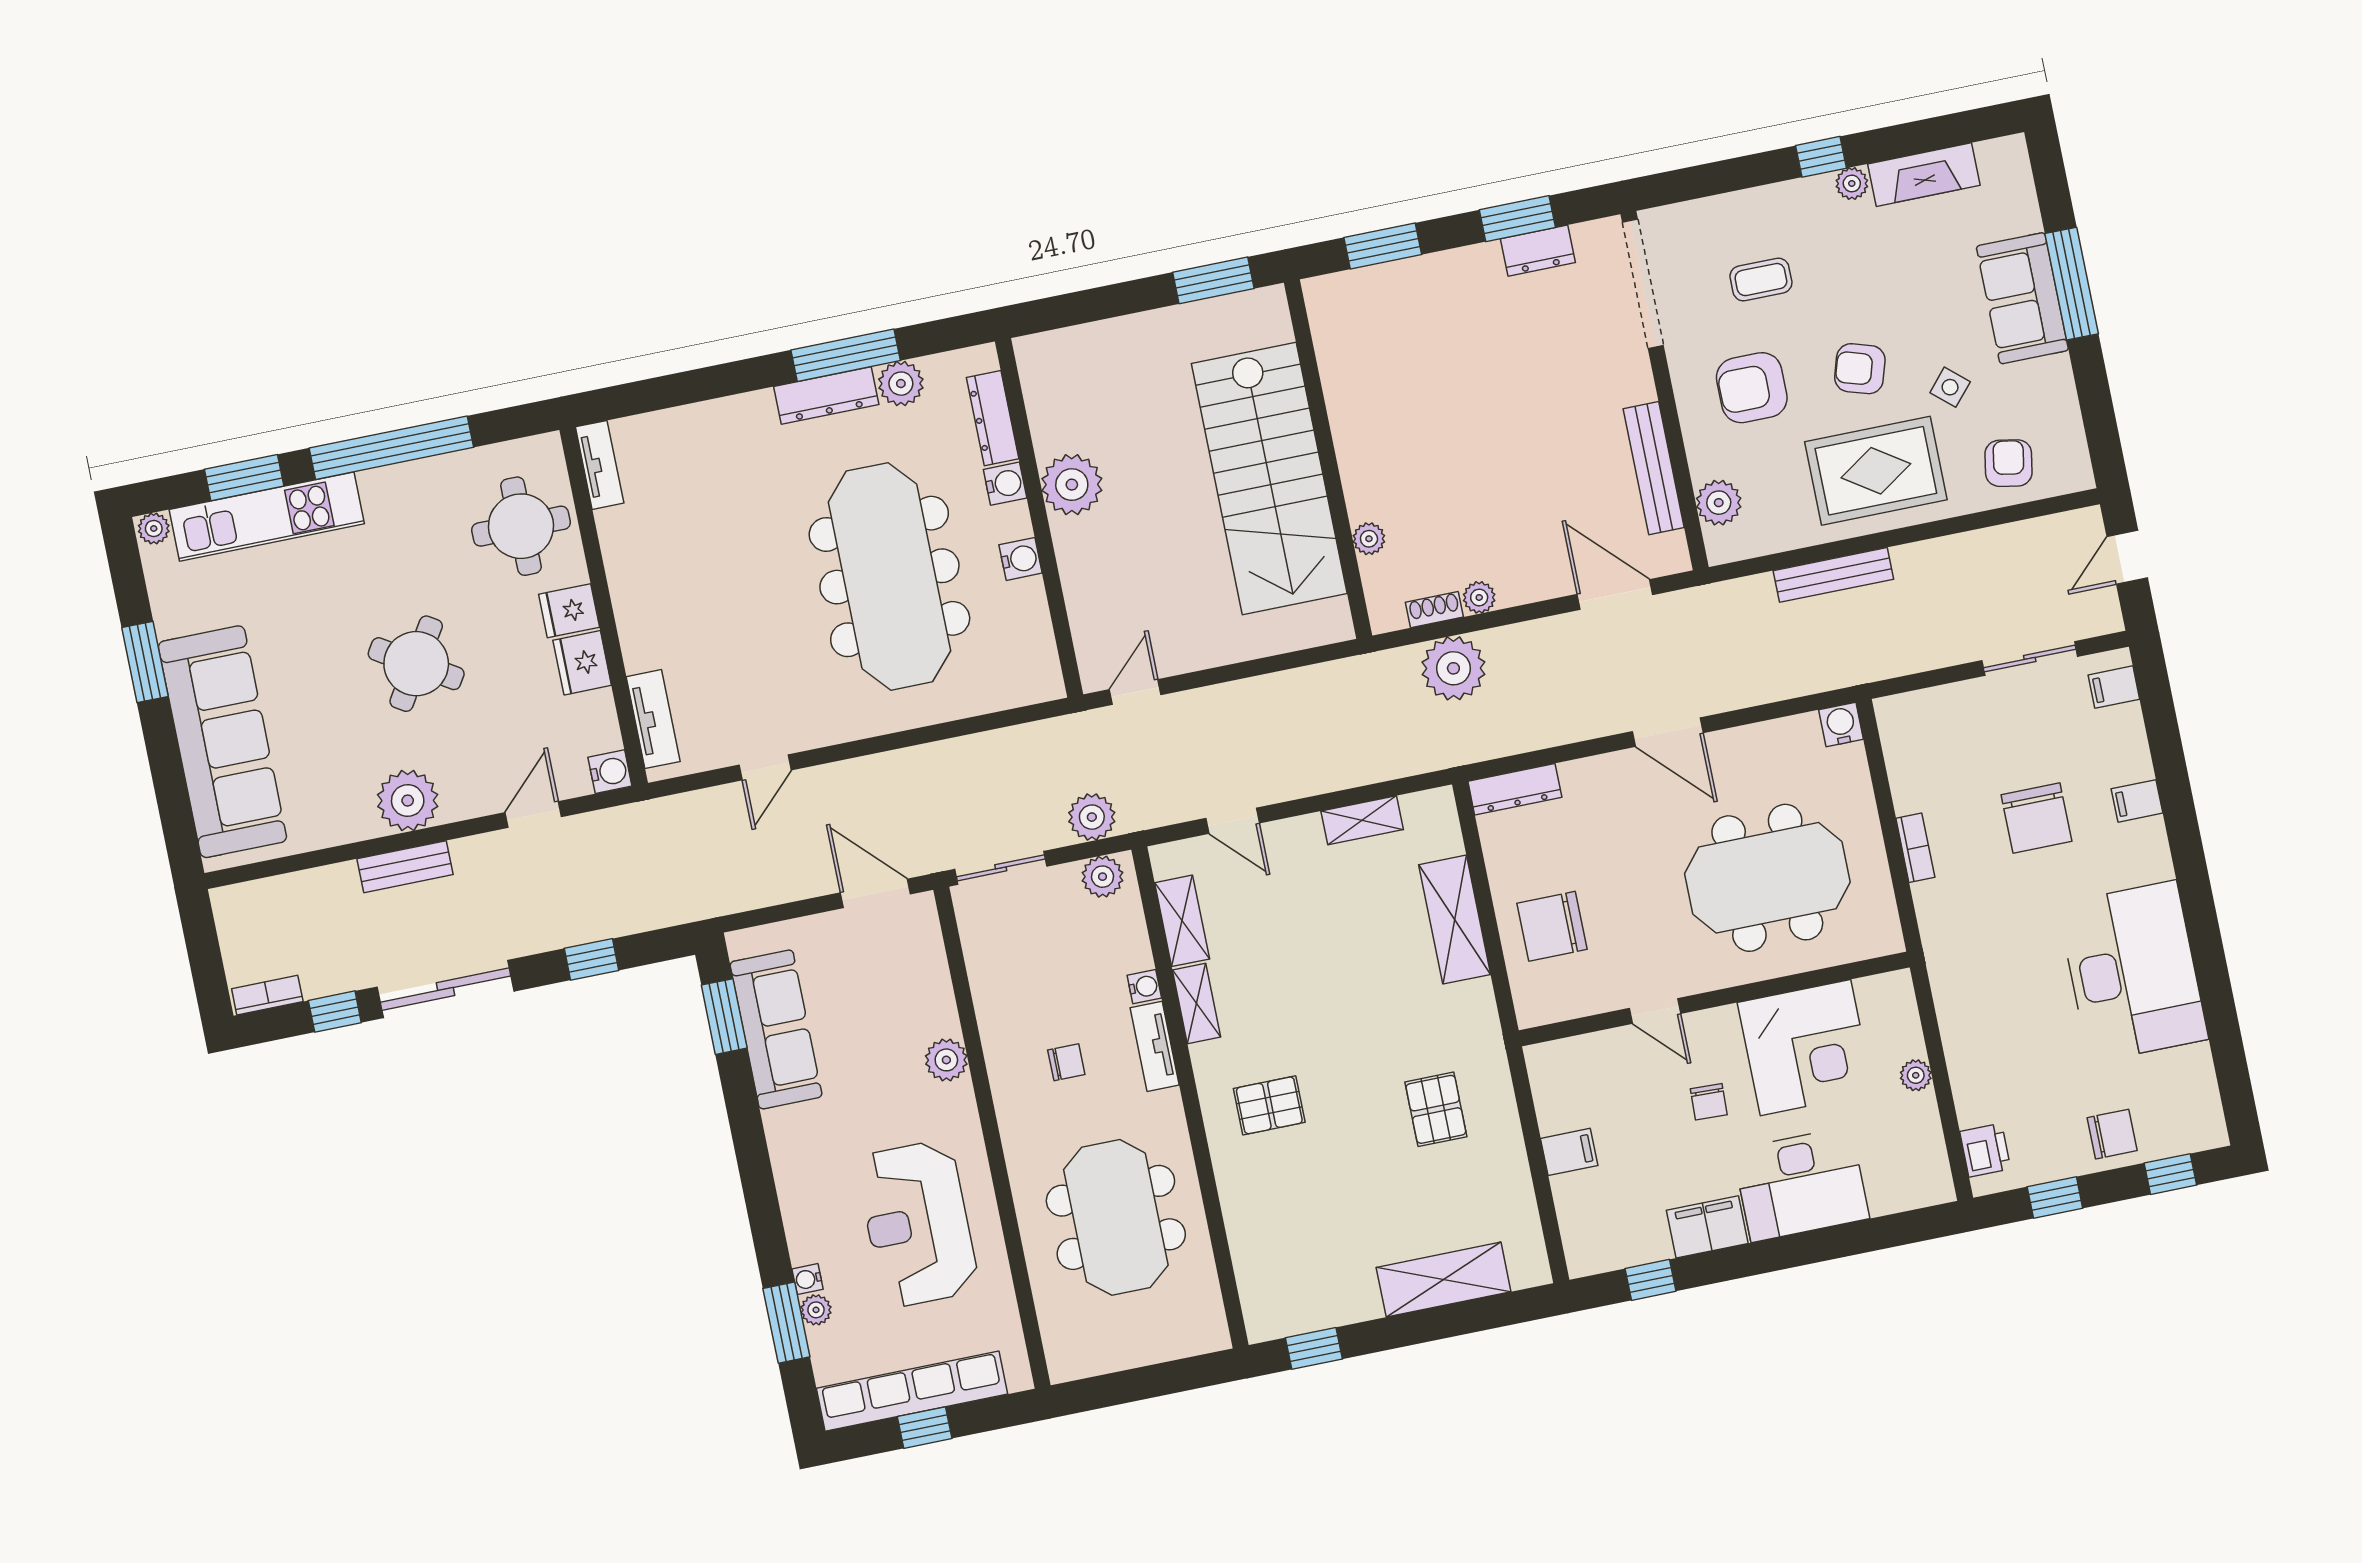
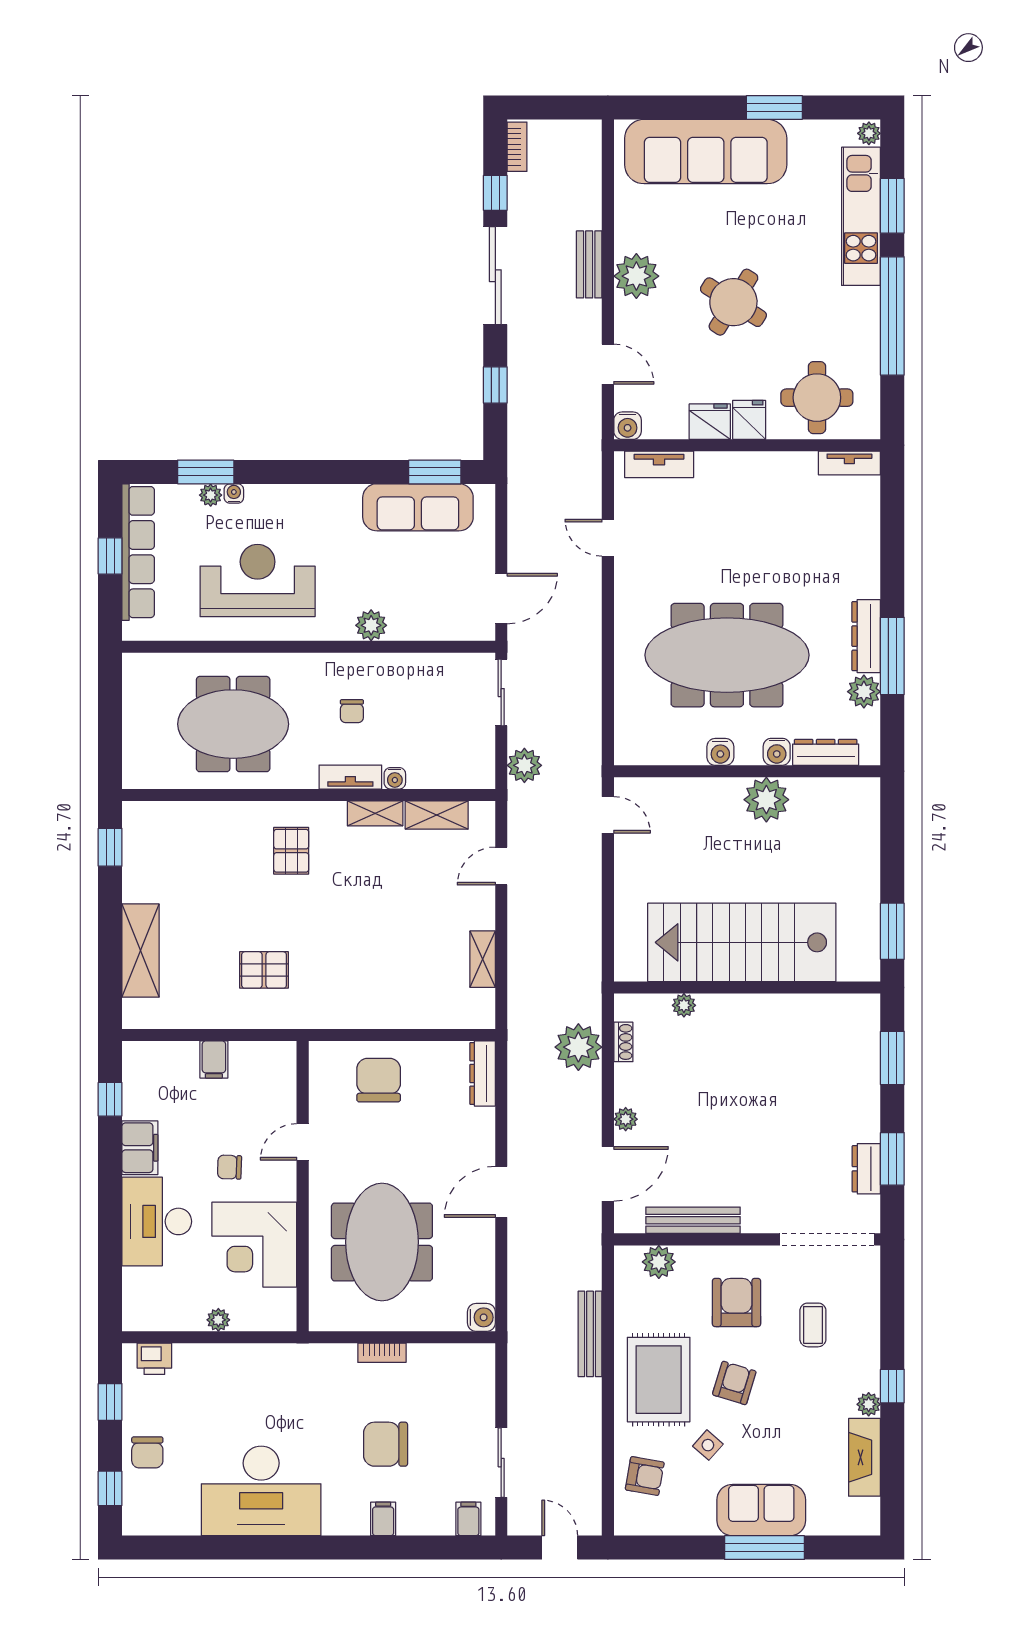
plant: (1479, 597) -> (626, 1119), moved
plant: (1102, 877) -> (480, 764), removed
shelving: (1455, 920) -> (398, 1011), removed

